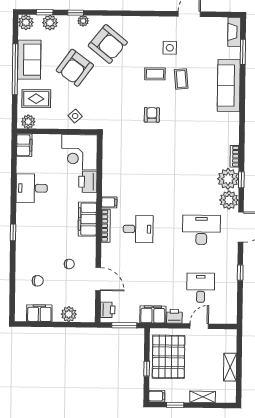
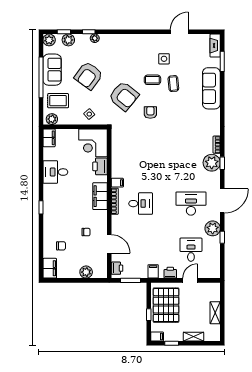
armchair: (108, 44) -> (124, 96), moved
plant: (229, 200) -> (213, 228), moved
filing cabinet: (39, 313) -> (50, 268), moved, turned 90
filing cabinet: (153, 314) -> (153, 271), width x0.50

